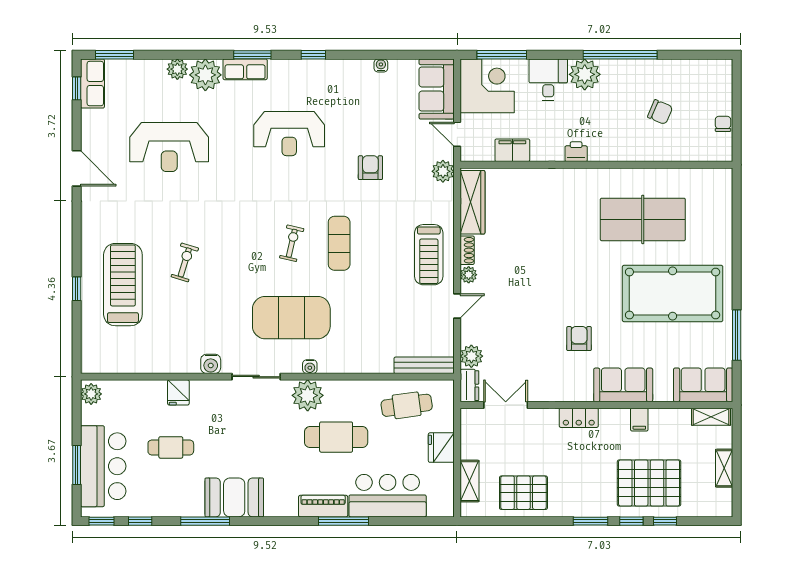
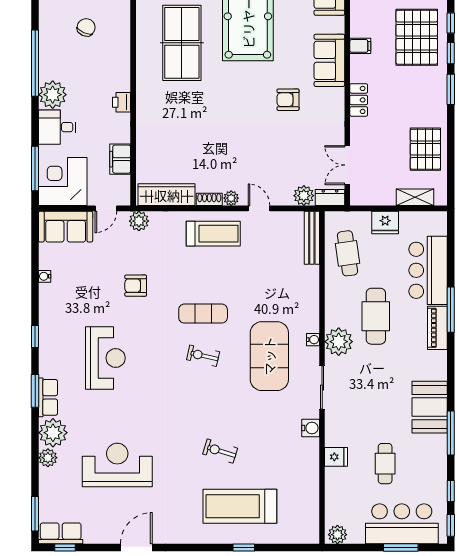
reception desk: (169, 147) -> (117, 465), turned -90

